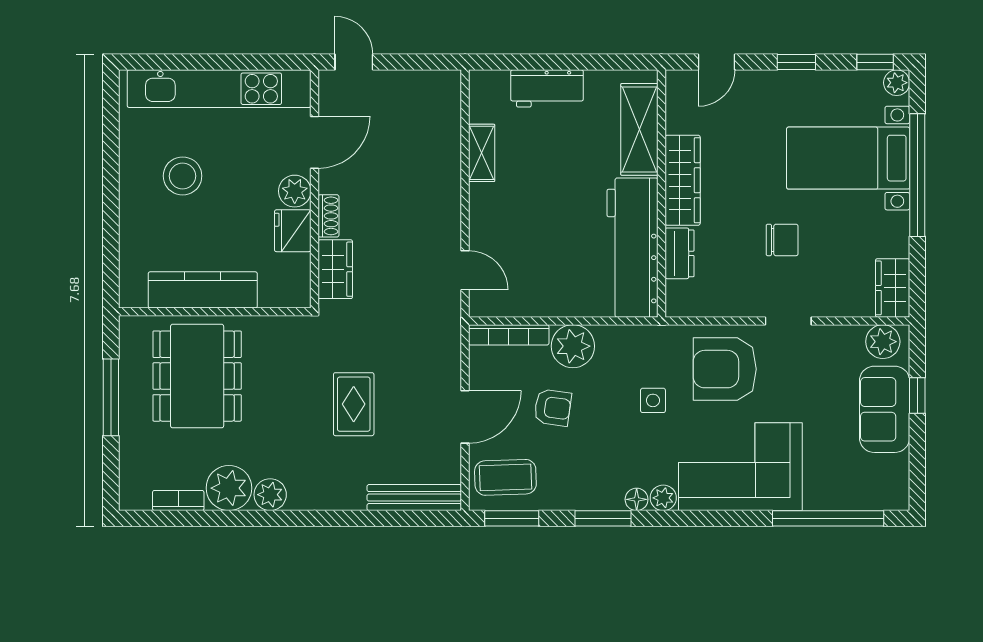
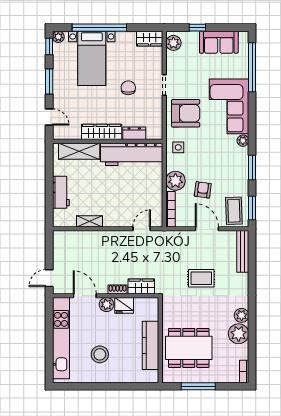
window: (796, 62) -> (49, 81), width x1.50
armchair: (725, 369) -> (186, 113), turned -90
side table: (653, 400) -> (178, 147), moved
sofa: (885, 409) -> (219, 42), moved
floor lamp: (637, 499) -> (244, 152), removed
bookcase: (178, 500) -> (244, 371), moved

